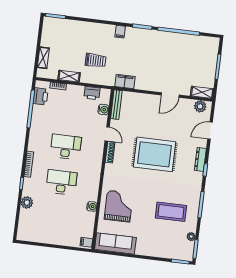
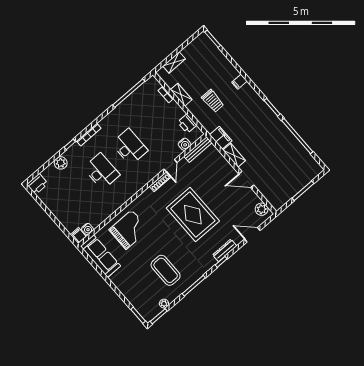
filing cabinet: (120, 32) -> (239, 82), moved
shelving: (202, 92) -> (234, 155), moved
printer: (41, 96) -> (37, 184), moved
water cooler: (92, 206) -> (87, 229), moved

